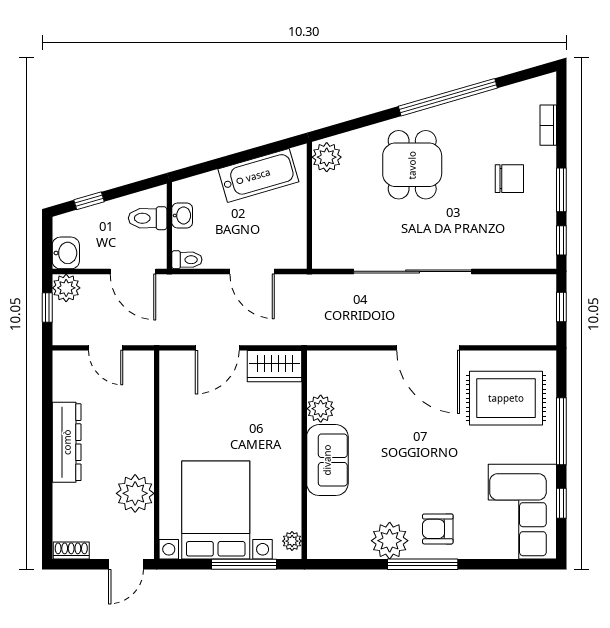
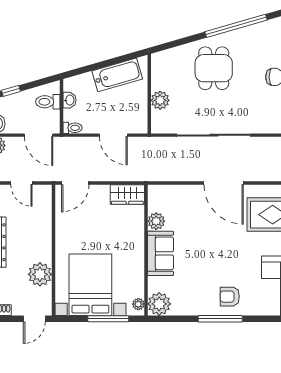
plant: (327, 157) -> (160, 100), moved
door: (217, 348) -> (75, 183), moved
plant: (390, 541) -> (159, 304), moved

